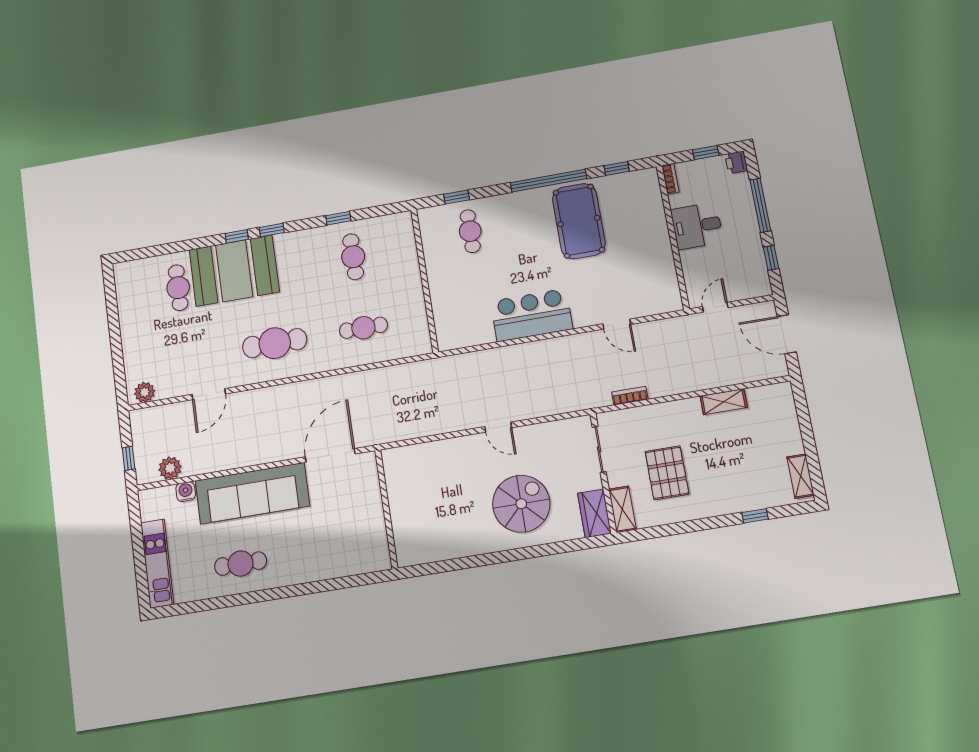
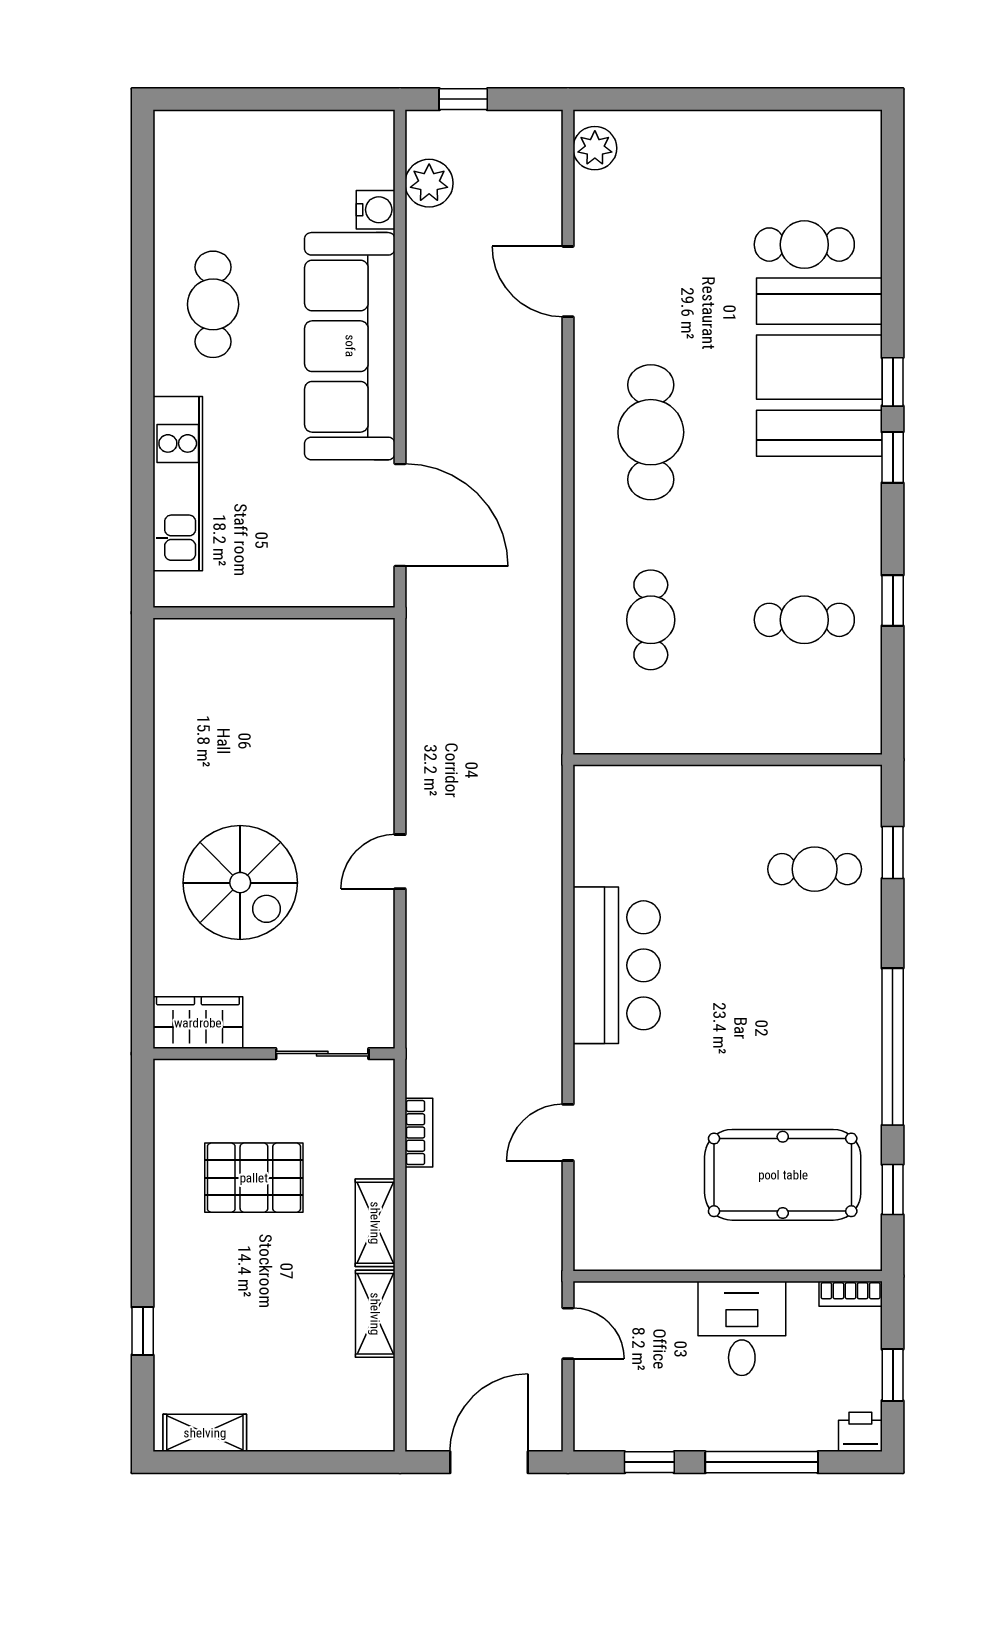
pool table: (579, 221) -> (783, 1175), moved
shelving: (622, 509) -> (375, 1223), moved, turned 90
kitchen unit: (157, 564) -> (178, 484), moved, turned -90

